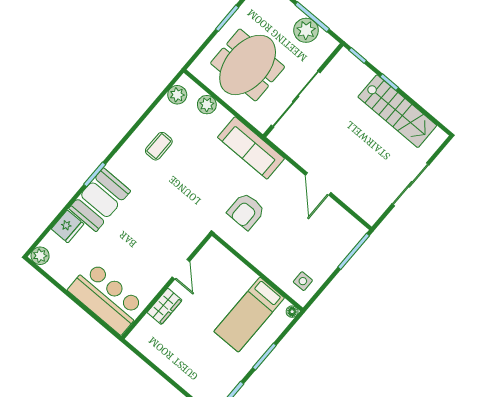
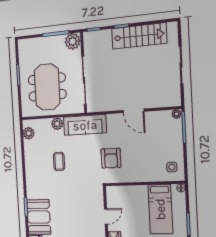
plant: (306, 30) -> (73, 41), moved
plant: (207, 105) -> (57, 124), moved
coffee table: (159, 146) -> (59, 161), moved
plant: (359, 230) -> (176, 114), added
door: (181, 269) -> (106, 216), hinge flipped

